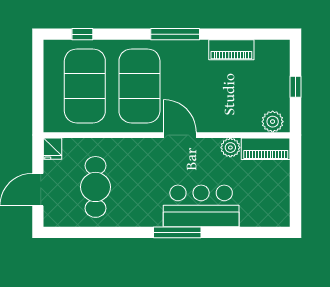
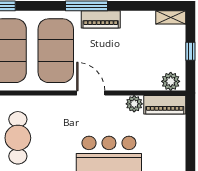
shelving: (273, 47) -> (171, 17), added
piano: (231, 50) -> (101, 19), moved

